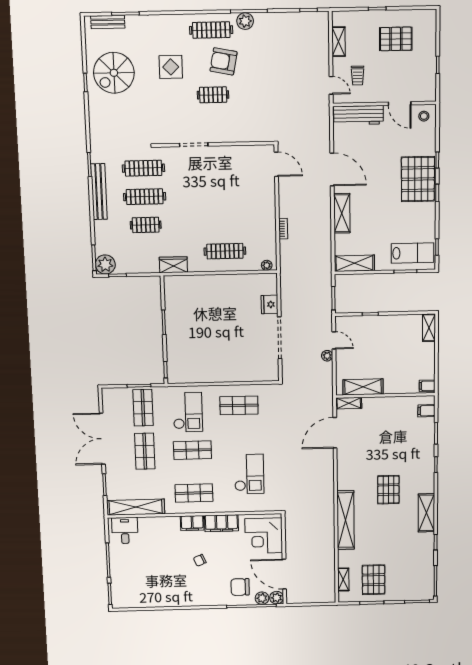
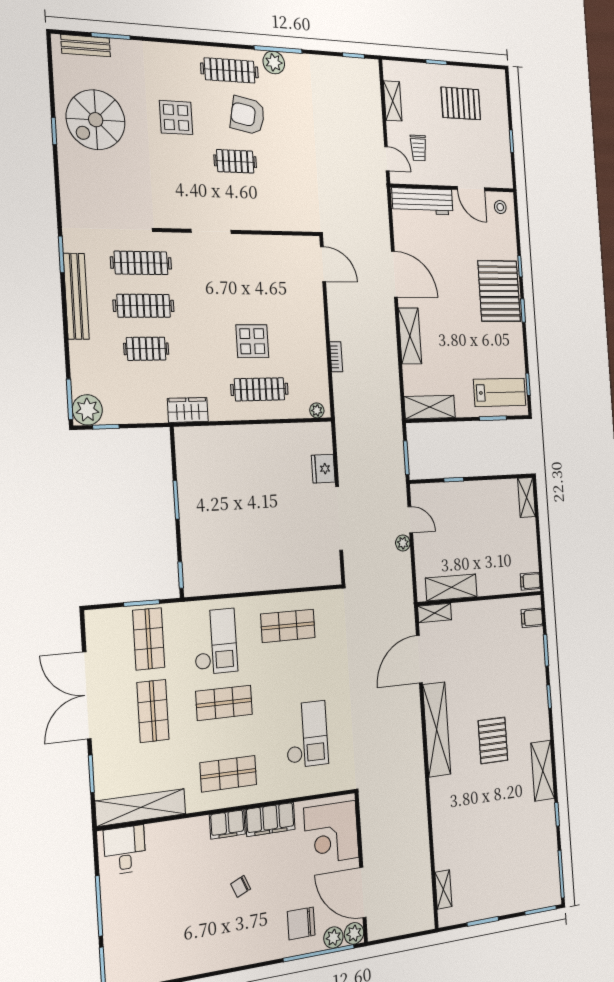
display table: (221, 219) -> (252, 341), added
shelving: (346, 520) -> (437, 729), moved
pallet: (374, 580) -> (483, 884), removed

